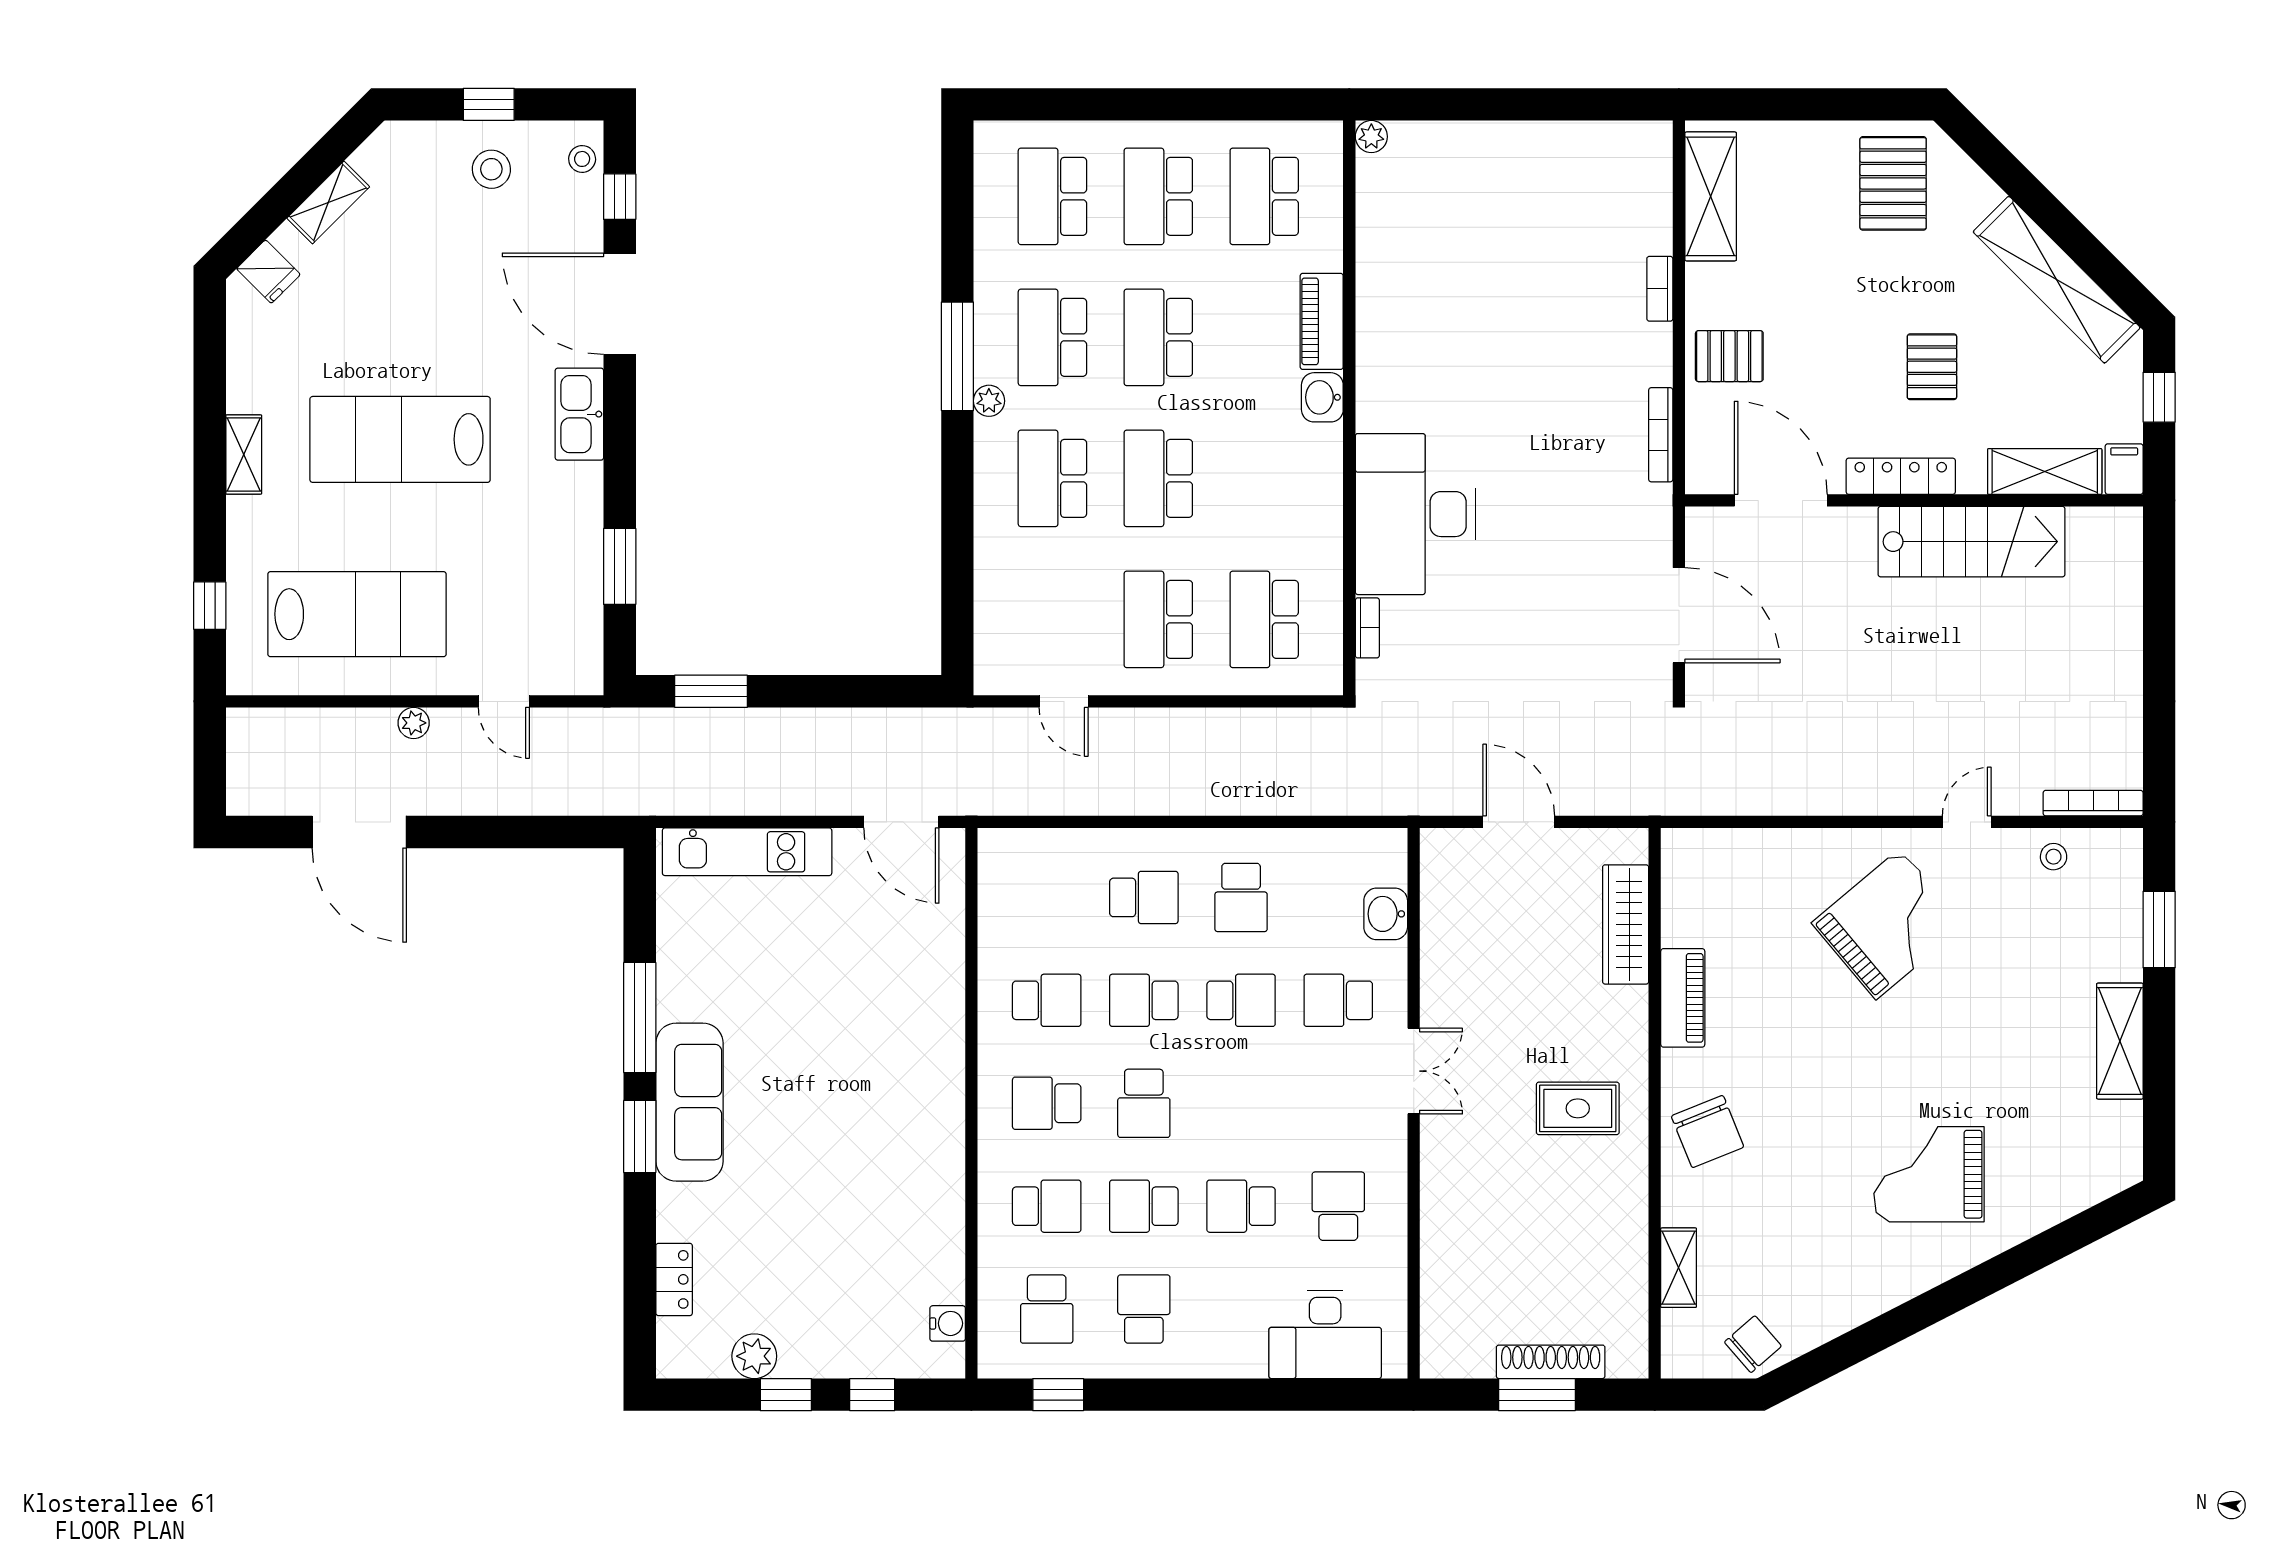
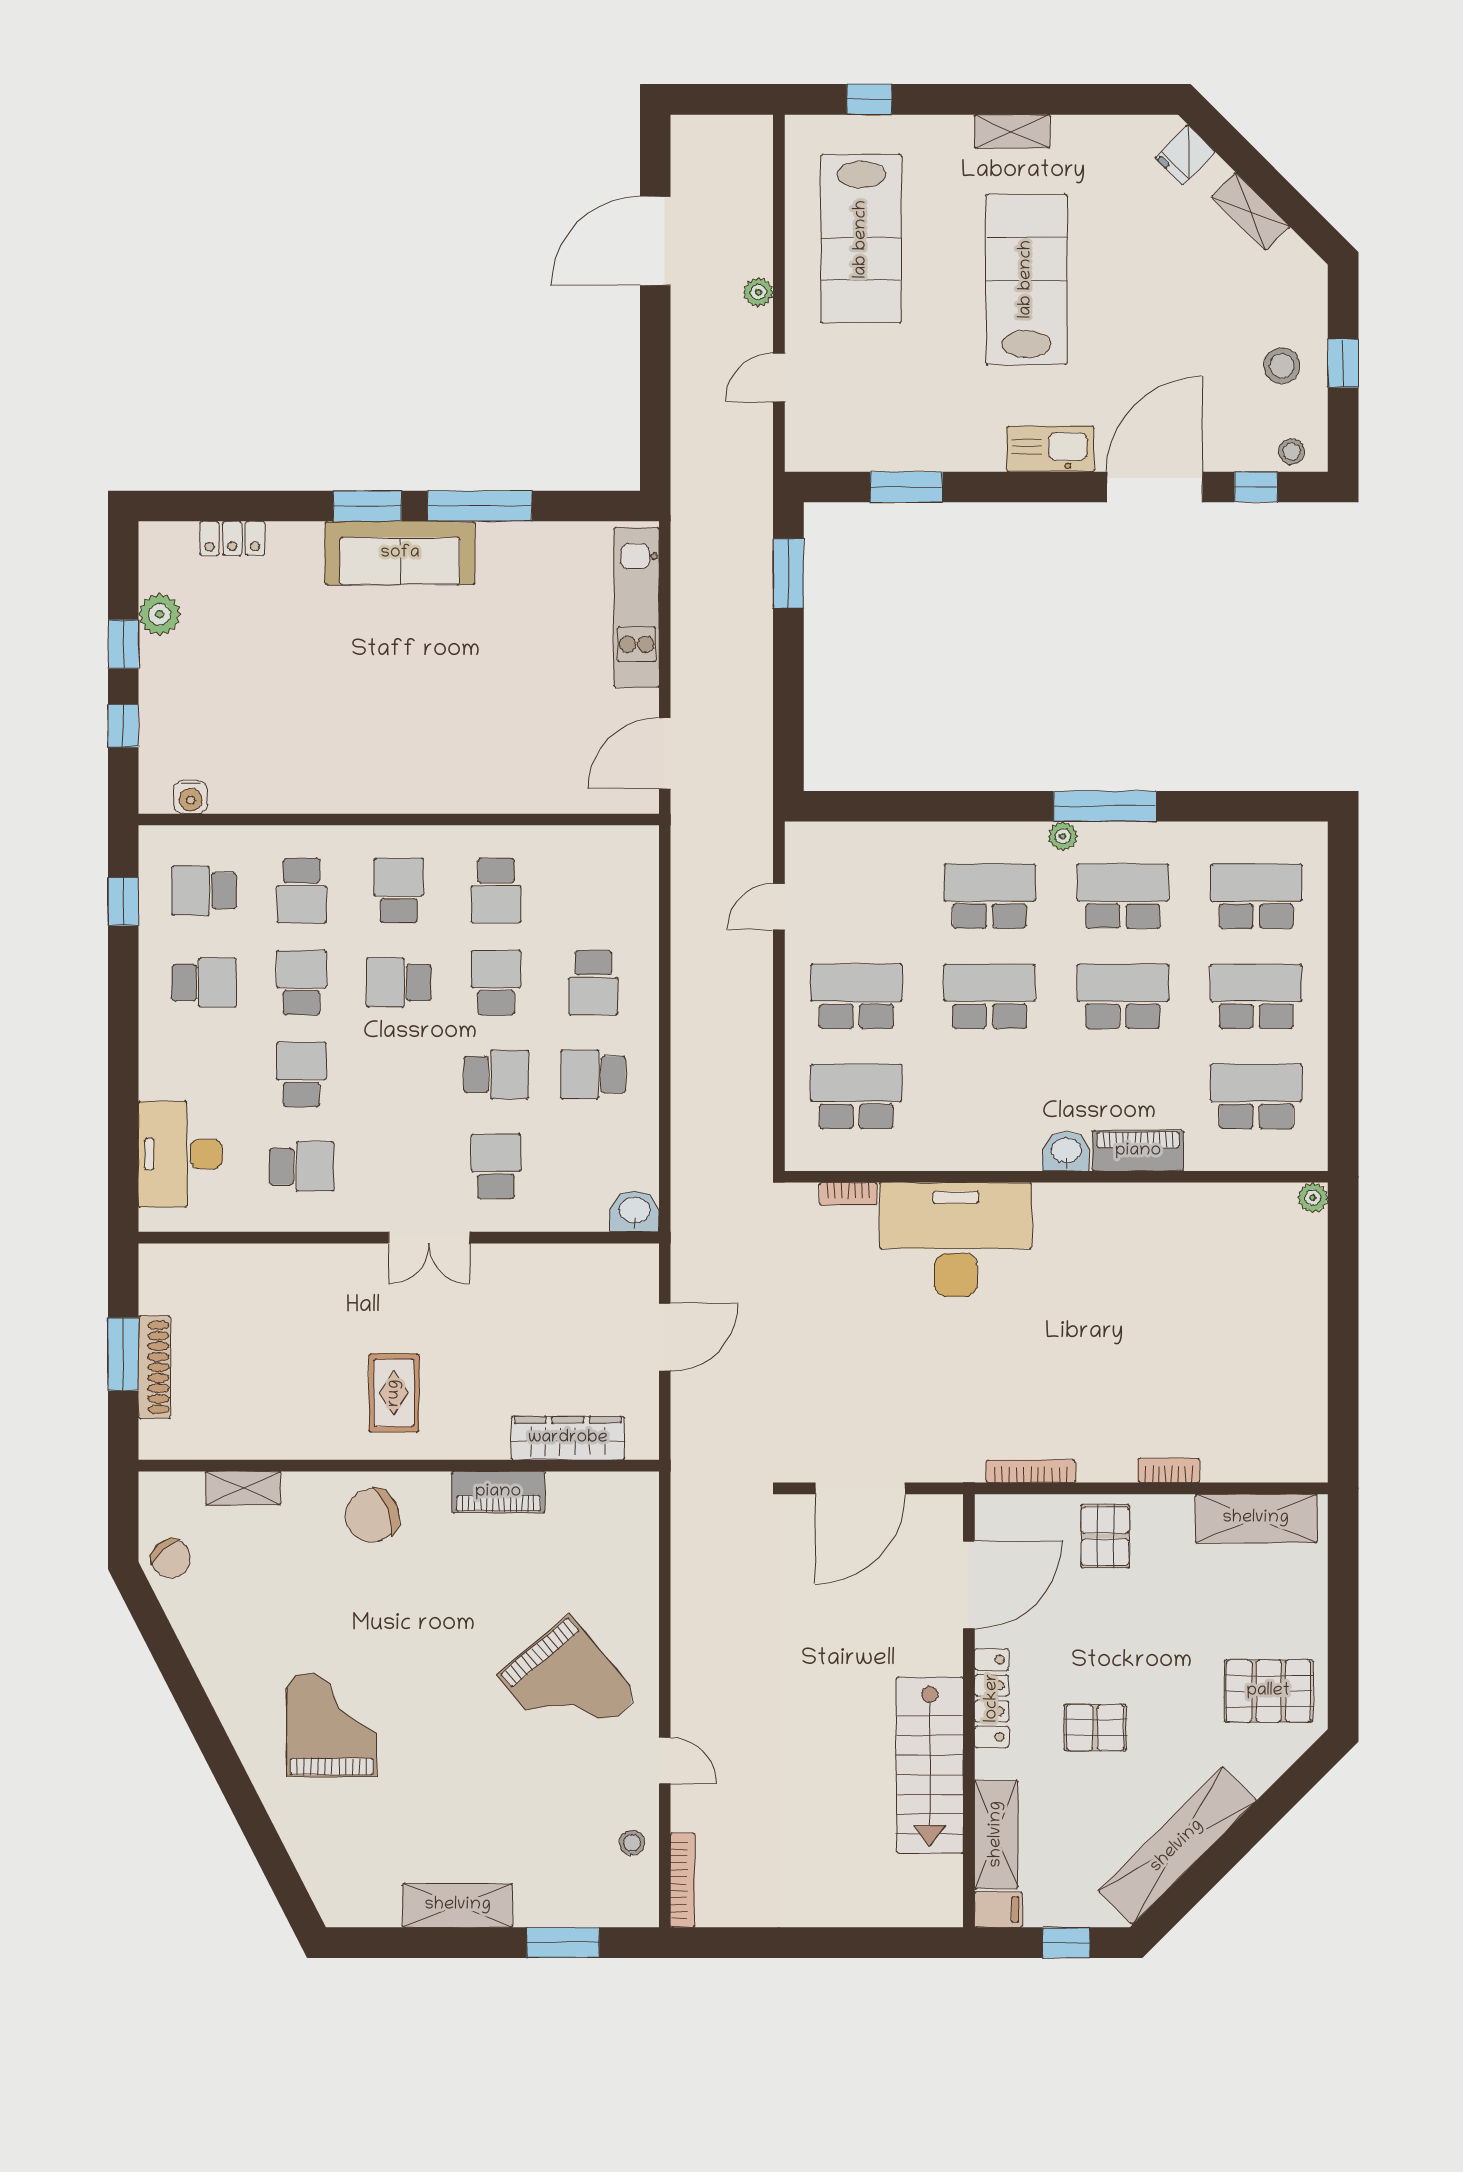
washbasin: (1386, 914) -> (635, 1211), moved
school desk: (1241, 1000) -> (496, 1075), turned -90

